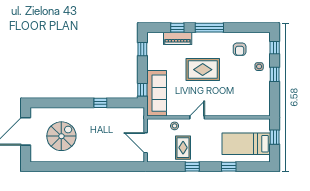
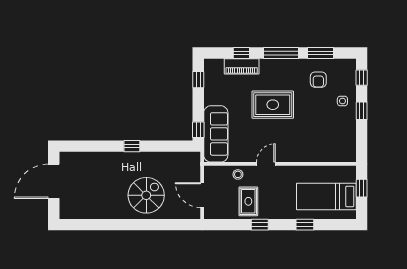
window: (241, 28) -> (321, 53), added
window: (100, 103) -> (132, 146), moved
spiral stairs: (61, 136) -> (146, 195), moved

